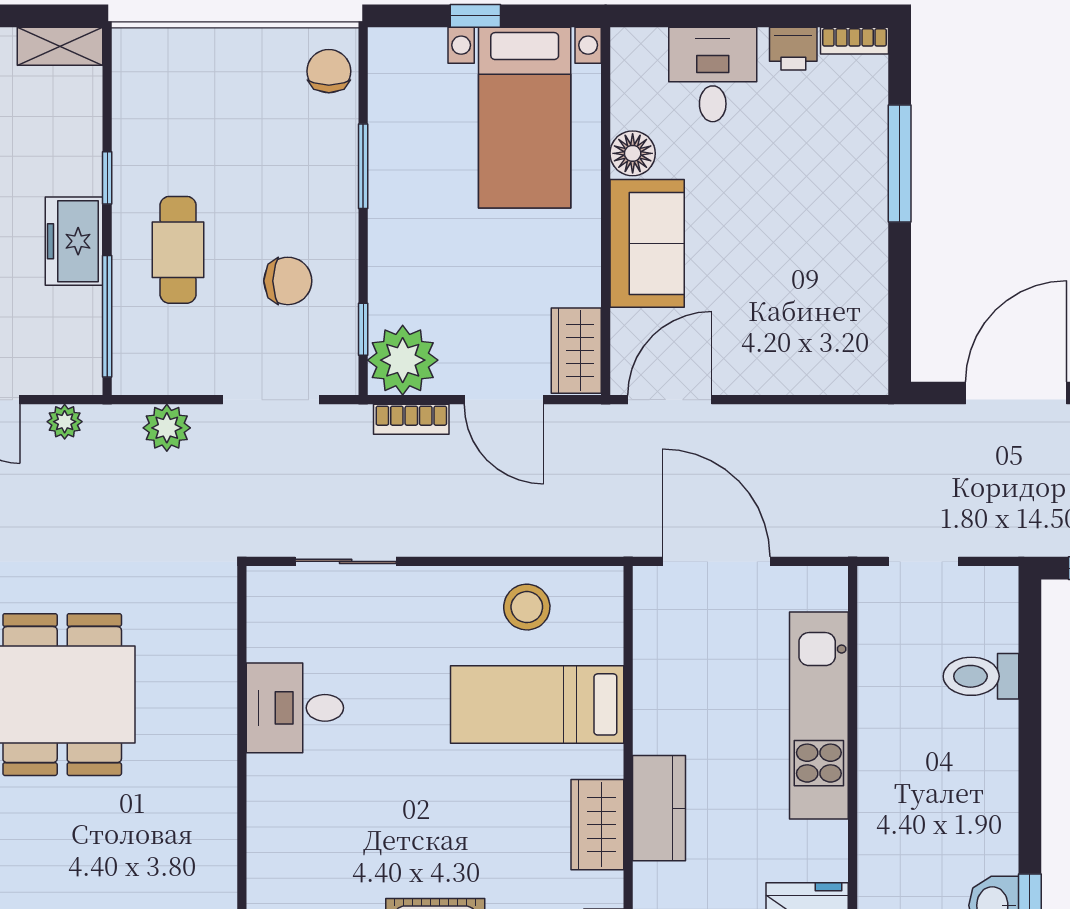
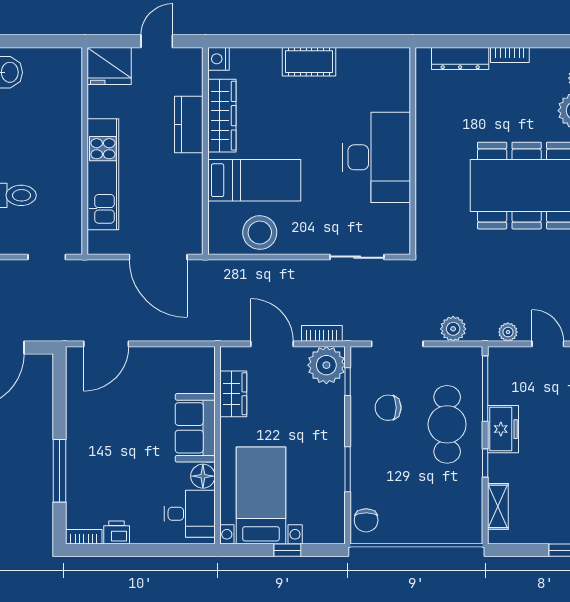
shelving: (60, 46) -> (498, 506), moved, turned 90
desk: (713, 74) -> (190, 514), moved, turned -90
cafe table: (178, 250) -> (447, 424), width x1.37, depth x1.35
wardrobe: (576, 351) -> (233, 394), moved
door: (670, 400) -> (106, 344), moved
stool: (527, 607) -> (260, 233), width x1.38, depth x1.38
desk: (295, 708) -> (377, 157), width x1.87, depth x1.30
wardrobe: (597, 825) -> (222, 116), width x1.50

